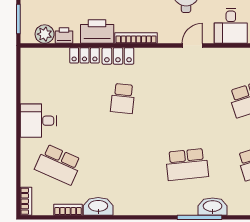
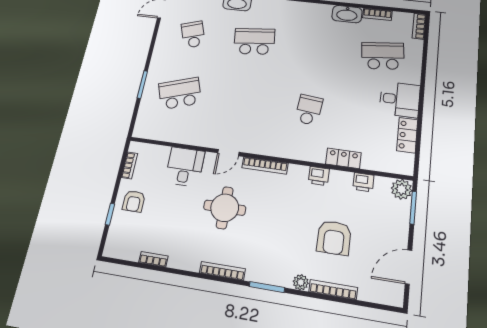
printer: (97, 32) -> (319, 176), width x0.53, depth x0.68
plant: (45, 34) -> (402, 189), moved
bookcase: (136, 38) -> (265, 165), moved
locker: (118, 56) -> (407, 135), moved, turned -90
school desk: (58, 164) -> (383, 56), turned -30

